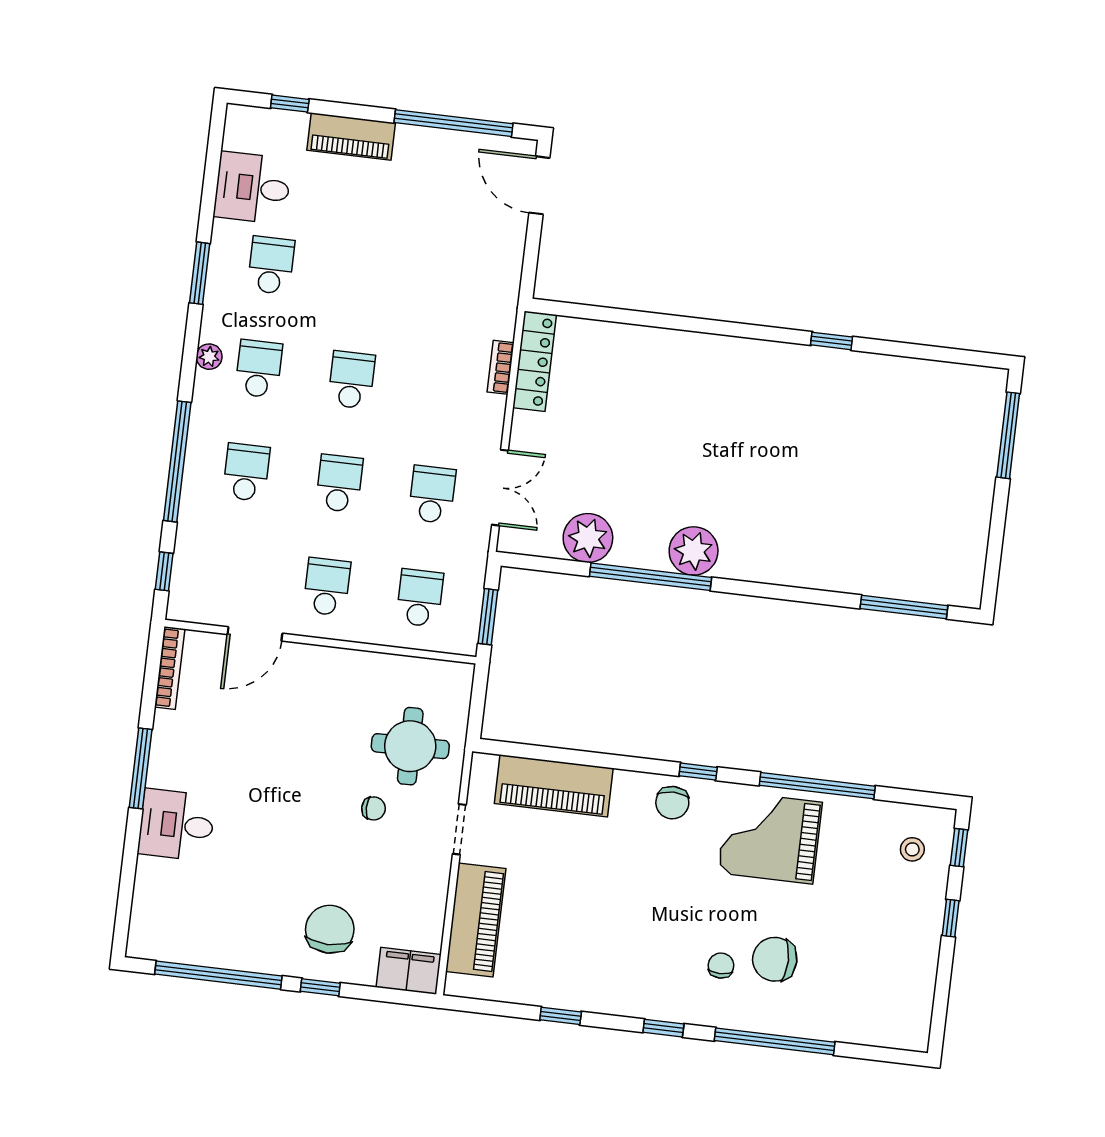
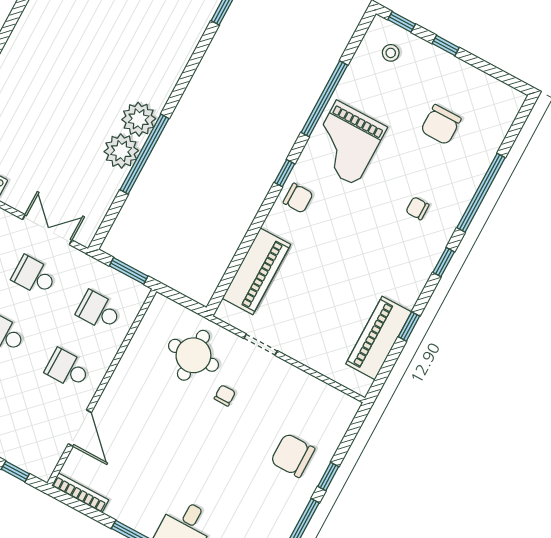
plant: (588, 538) -> (121, 151), moved
piano: (476, 920) -> (379, 338), moved, turned -90
chair: (775, 959) -> (441, 125), moved
filing cabinet: (409, 971) -> (340, 414), removed

